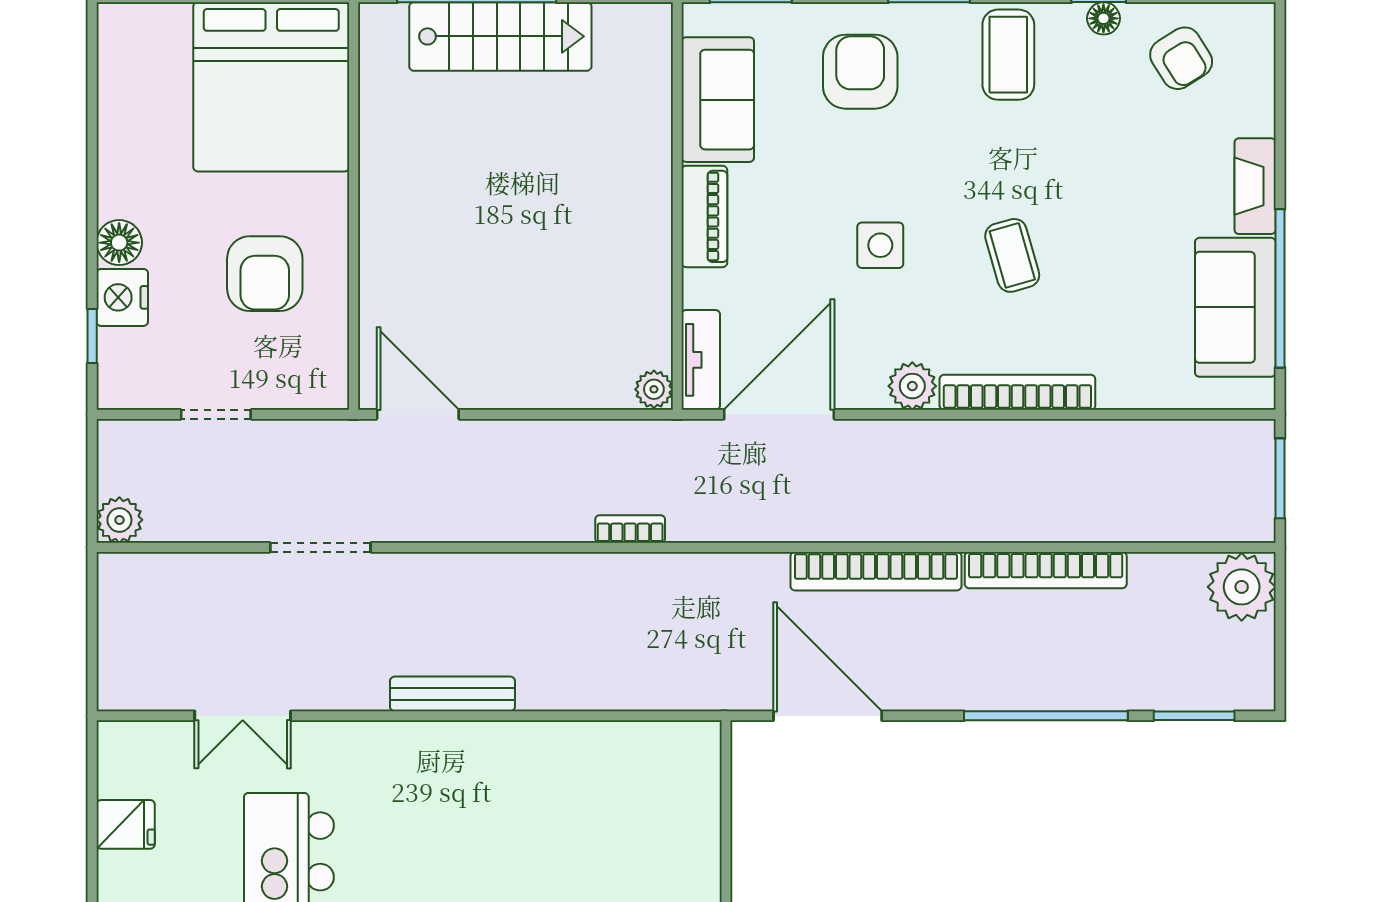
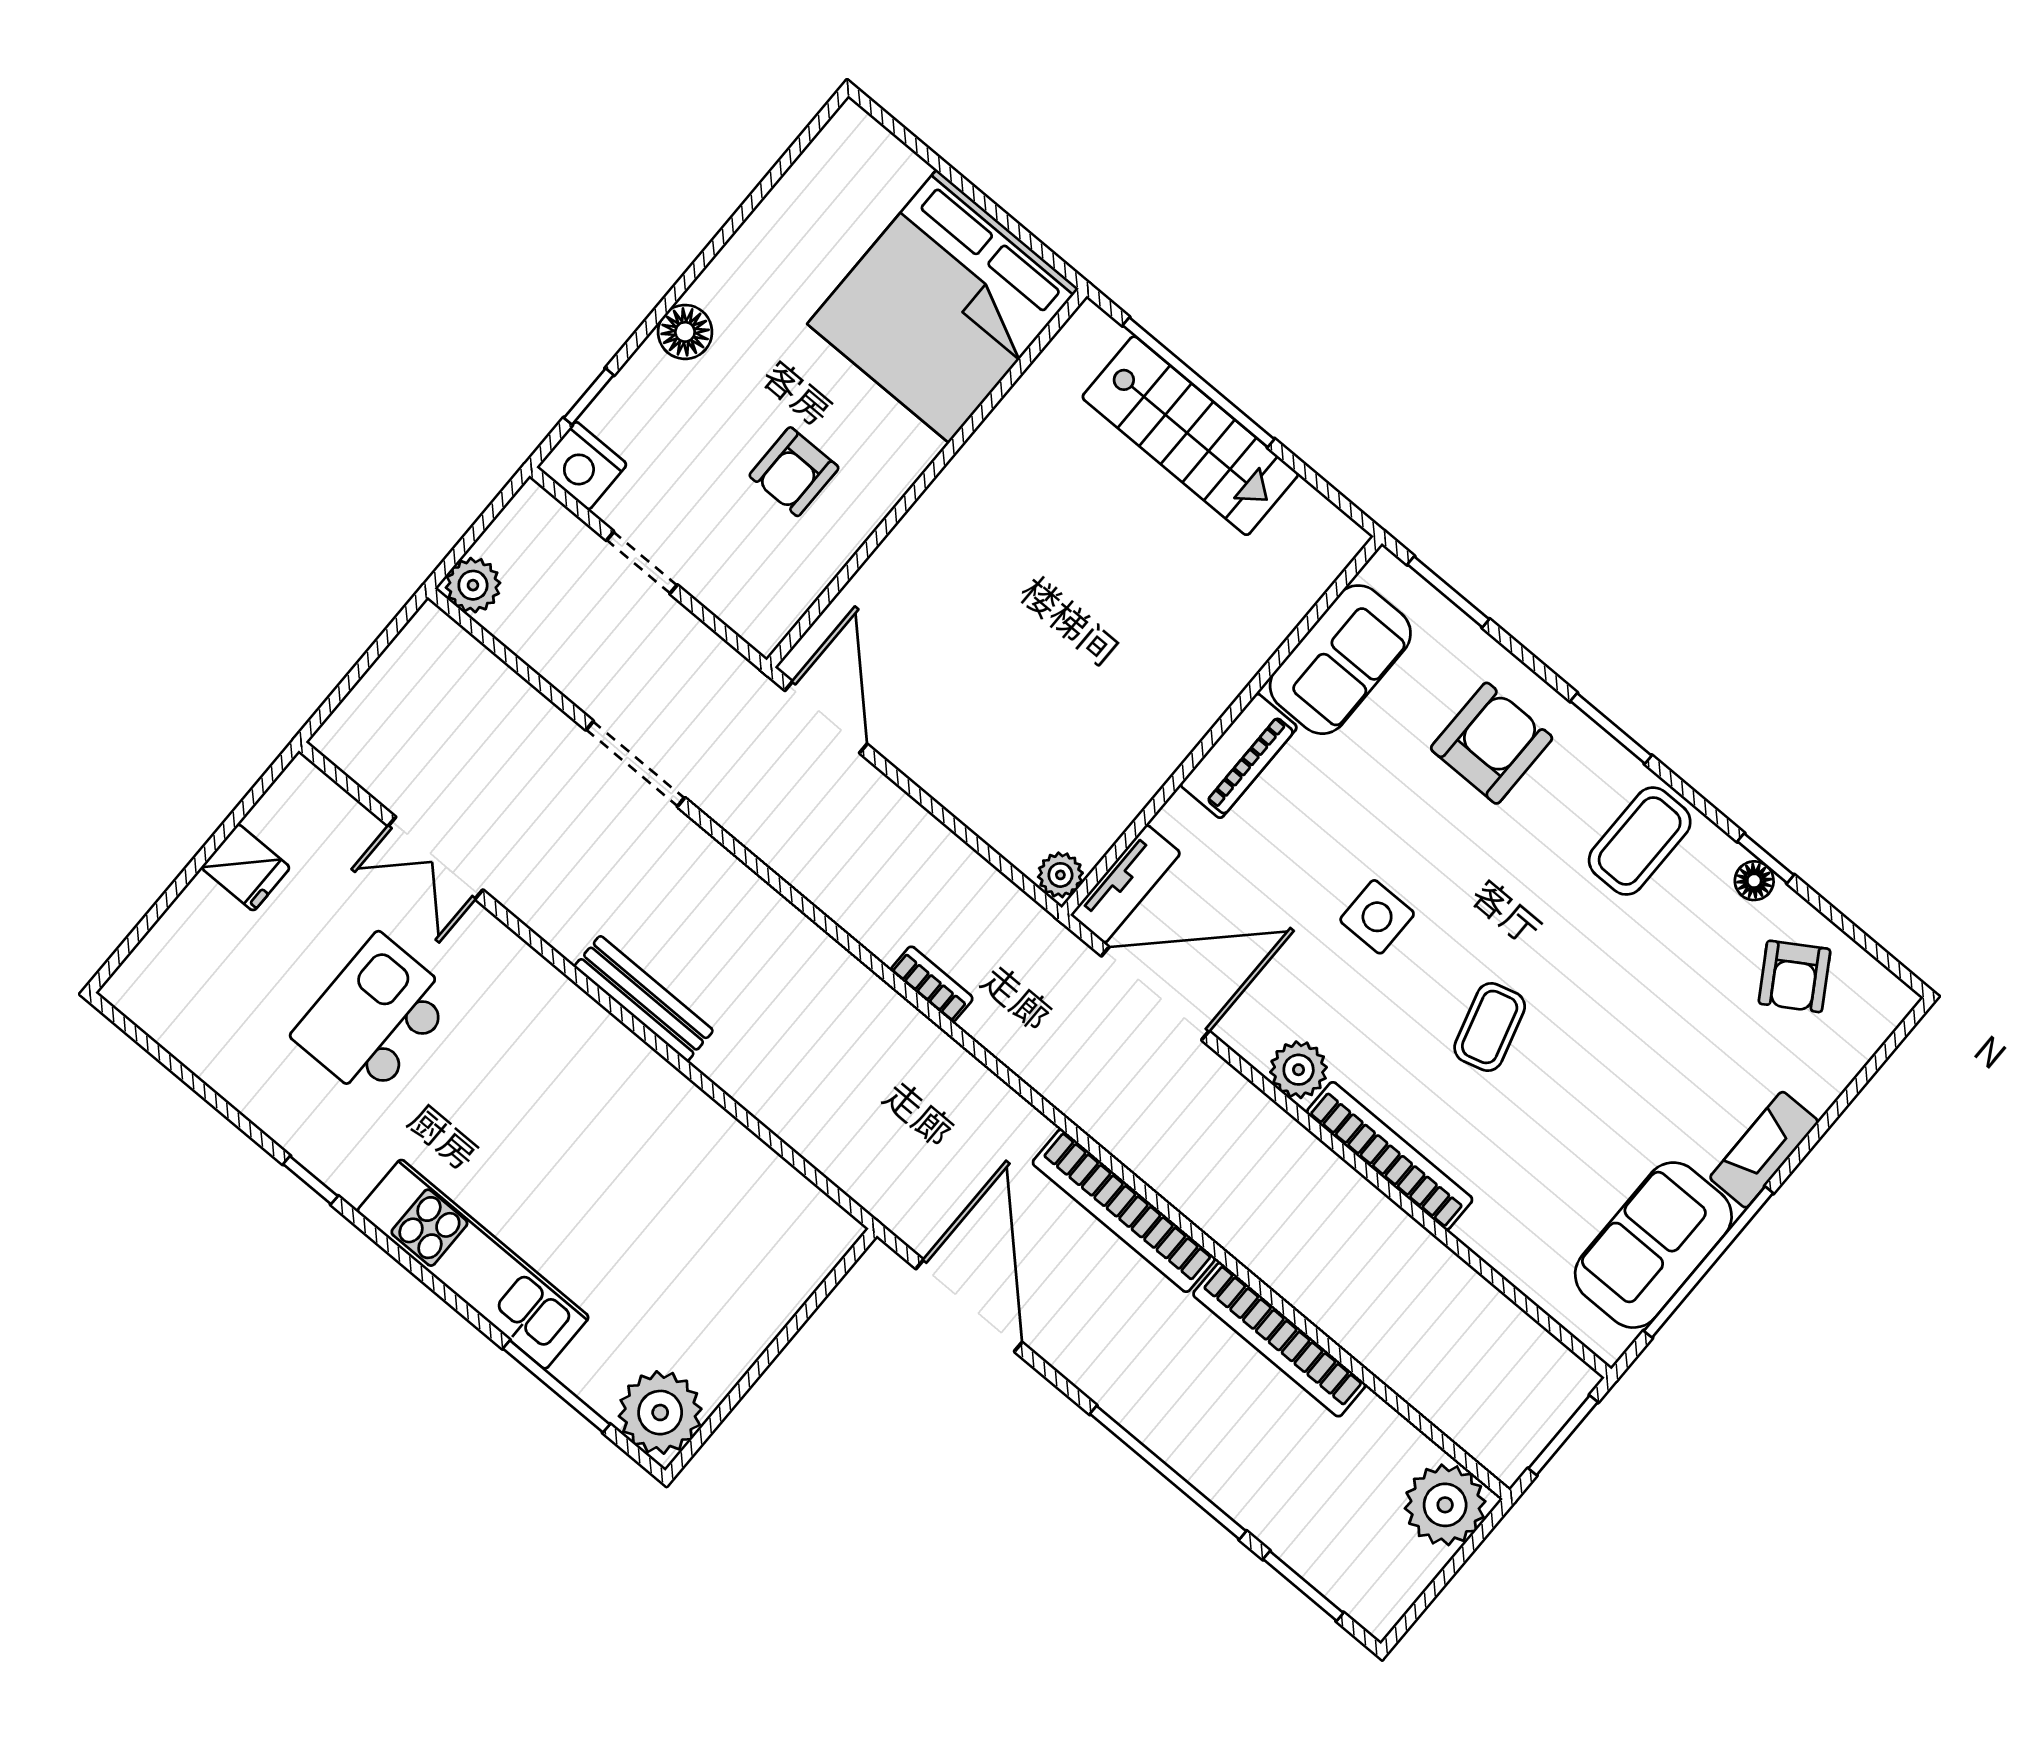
armchair: (265, 274) -> (794, 472), width x0.72, depth x0.72
nightstand: (122, 297) -> (582, 466), moved, turned -90

